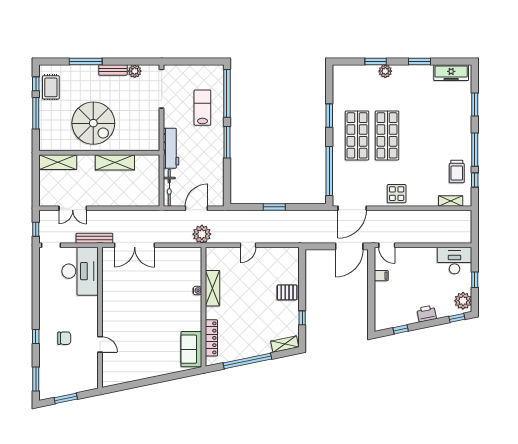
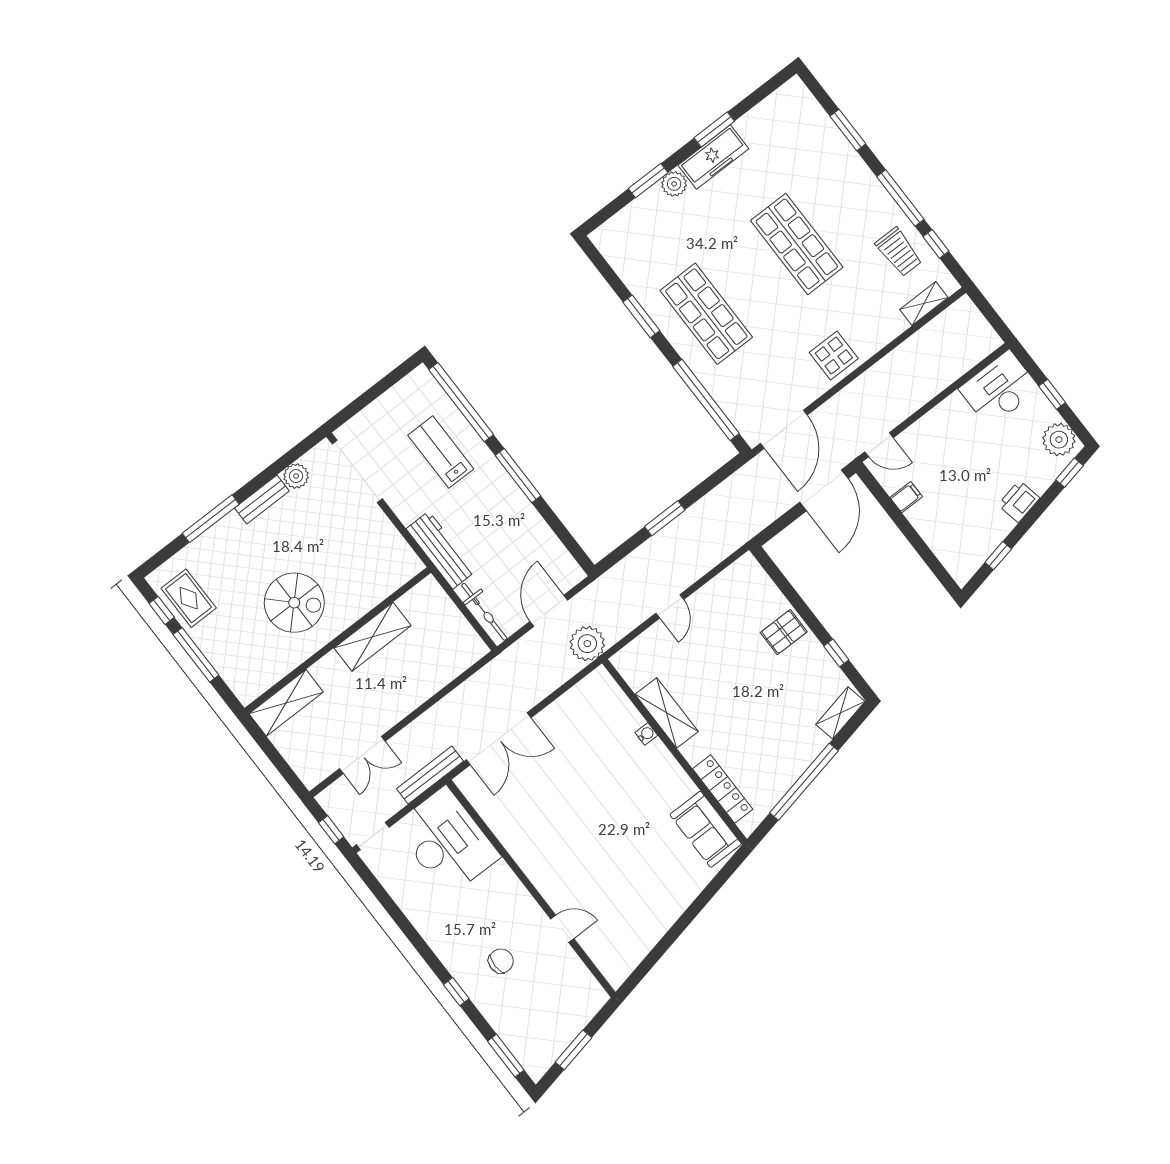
freezer: (451, 73) -> (713, 157), moved
spiral stairs: (93, 123) -> (294, 603), width x0.73, depth x0.73
shop shelf: (387, 135) -> (797, 244), moved

